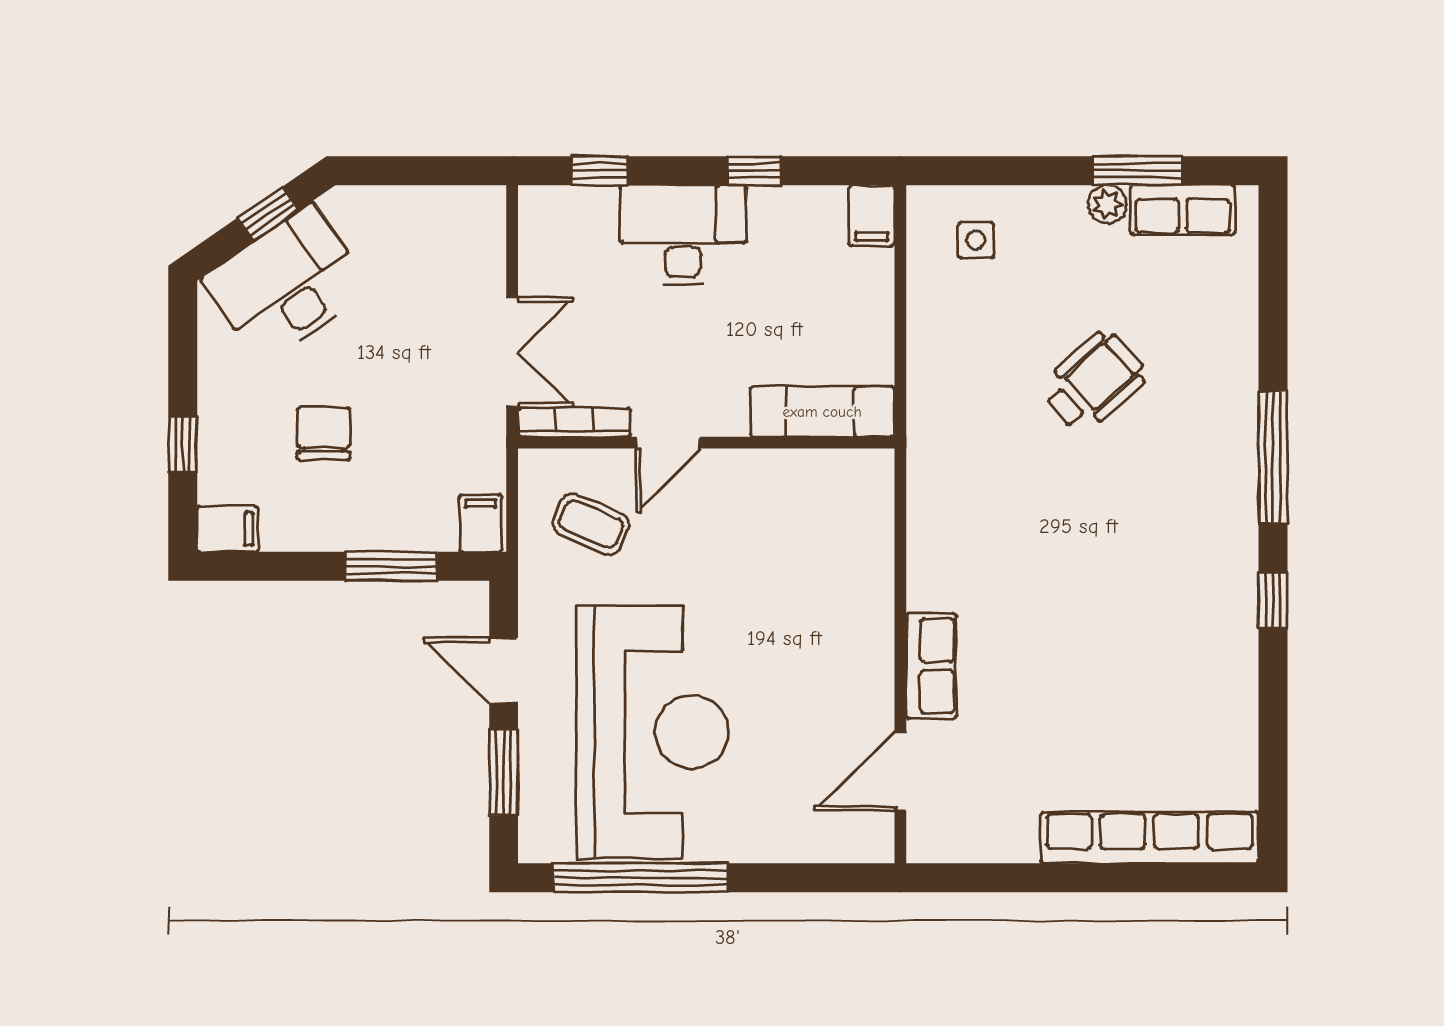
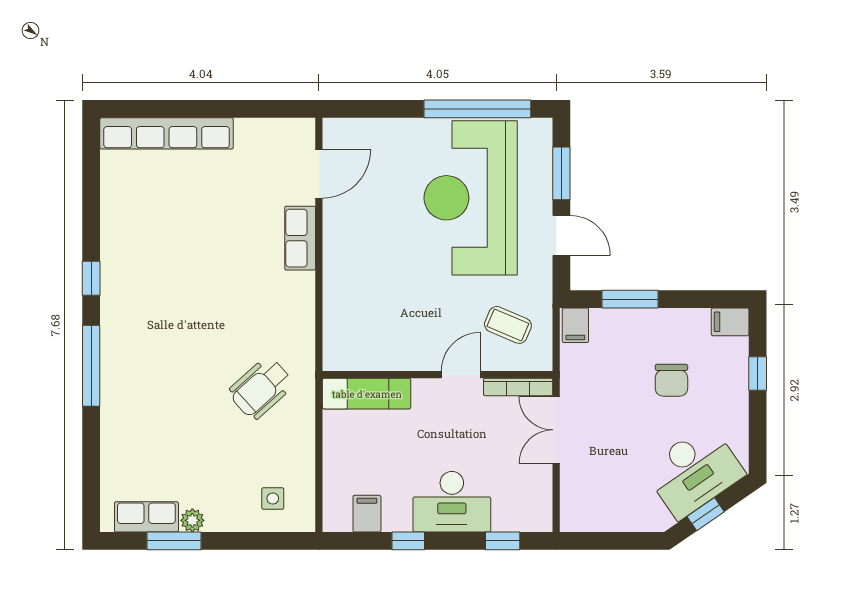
filing cabinet: (872, 215) -> (367, 514), moved
wheelchair: (1094, 382) -> (261, 388), moved

